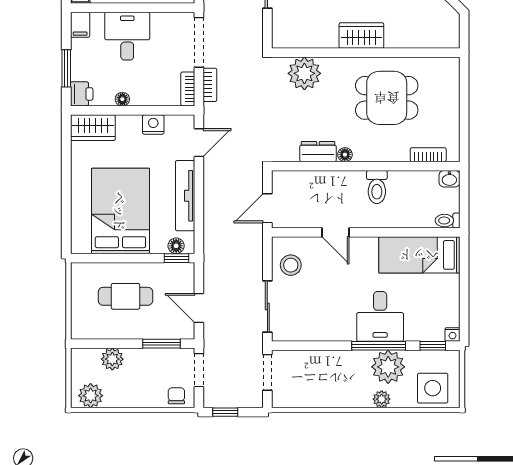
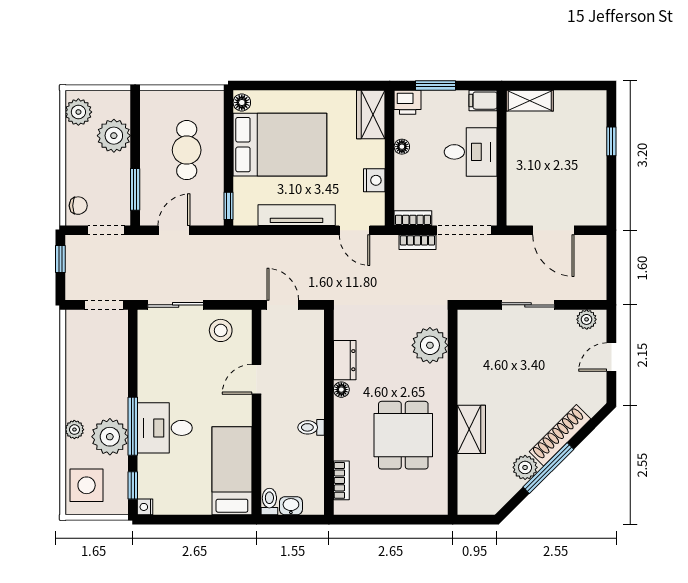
wardrobe: (361, 36) -> (471, 429), moved
washbasin: (449, 179) -> (291, 506), moved, turned 90
toilet: (377, 187) -> (311, 427), width x0.73, depth x0.72
floor lamp: (176, 246) -> (242, 102), moved
plant: (112, 359) -> (114, 136), width x1.36, depth x1.36

